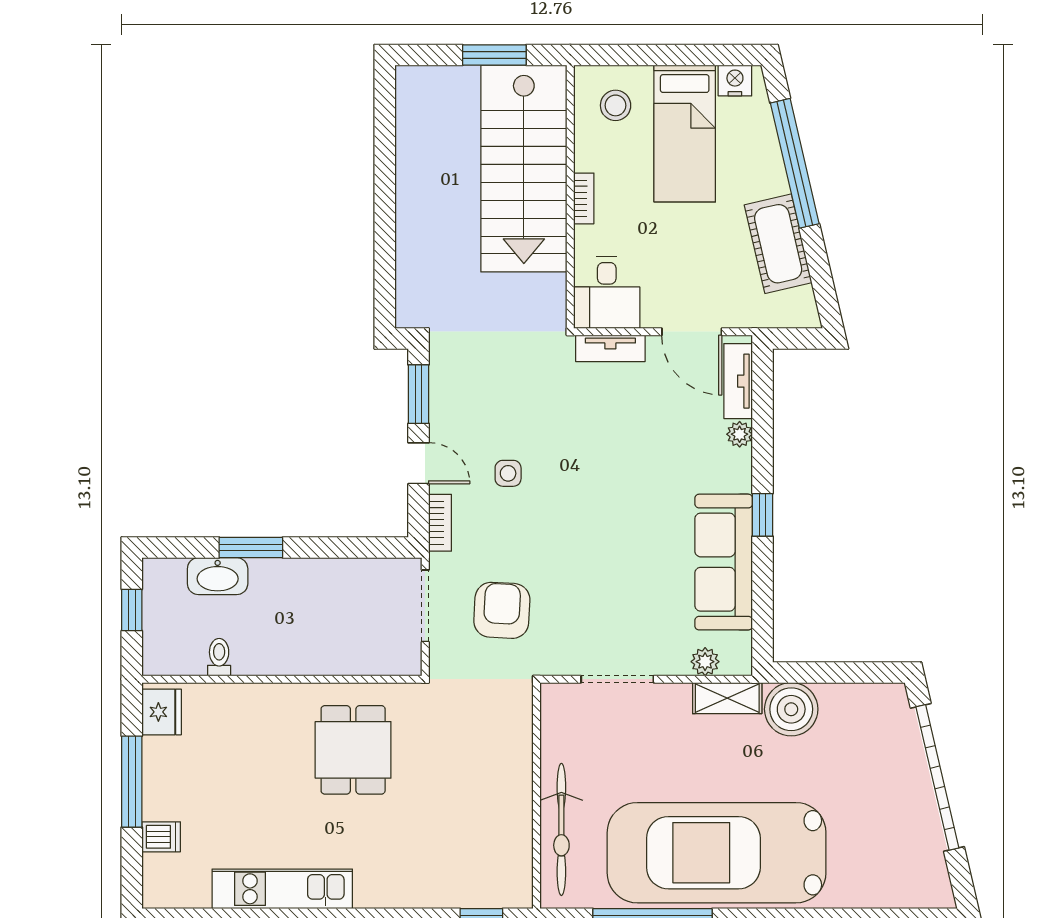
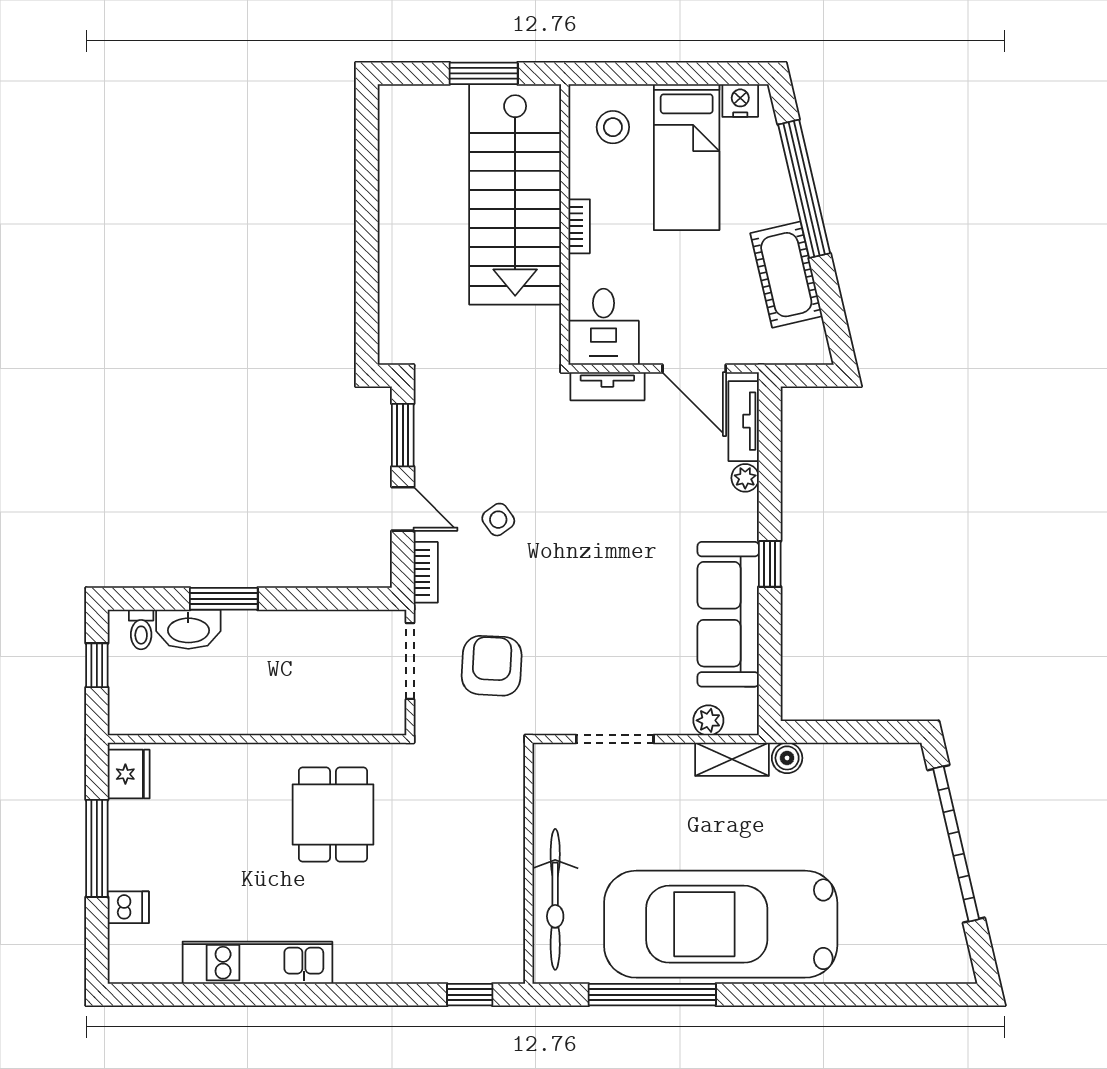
side table: (508, 473) -> (498, 520), turned -36
toilet: (219, 657) -> (141, 629), moved, turned 180
boiler: (791, 709) -> (787, 758), width x0.54, depth x0.54

